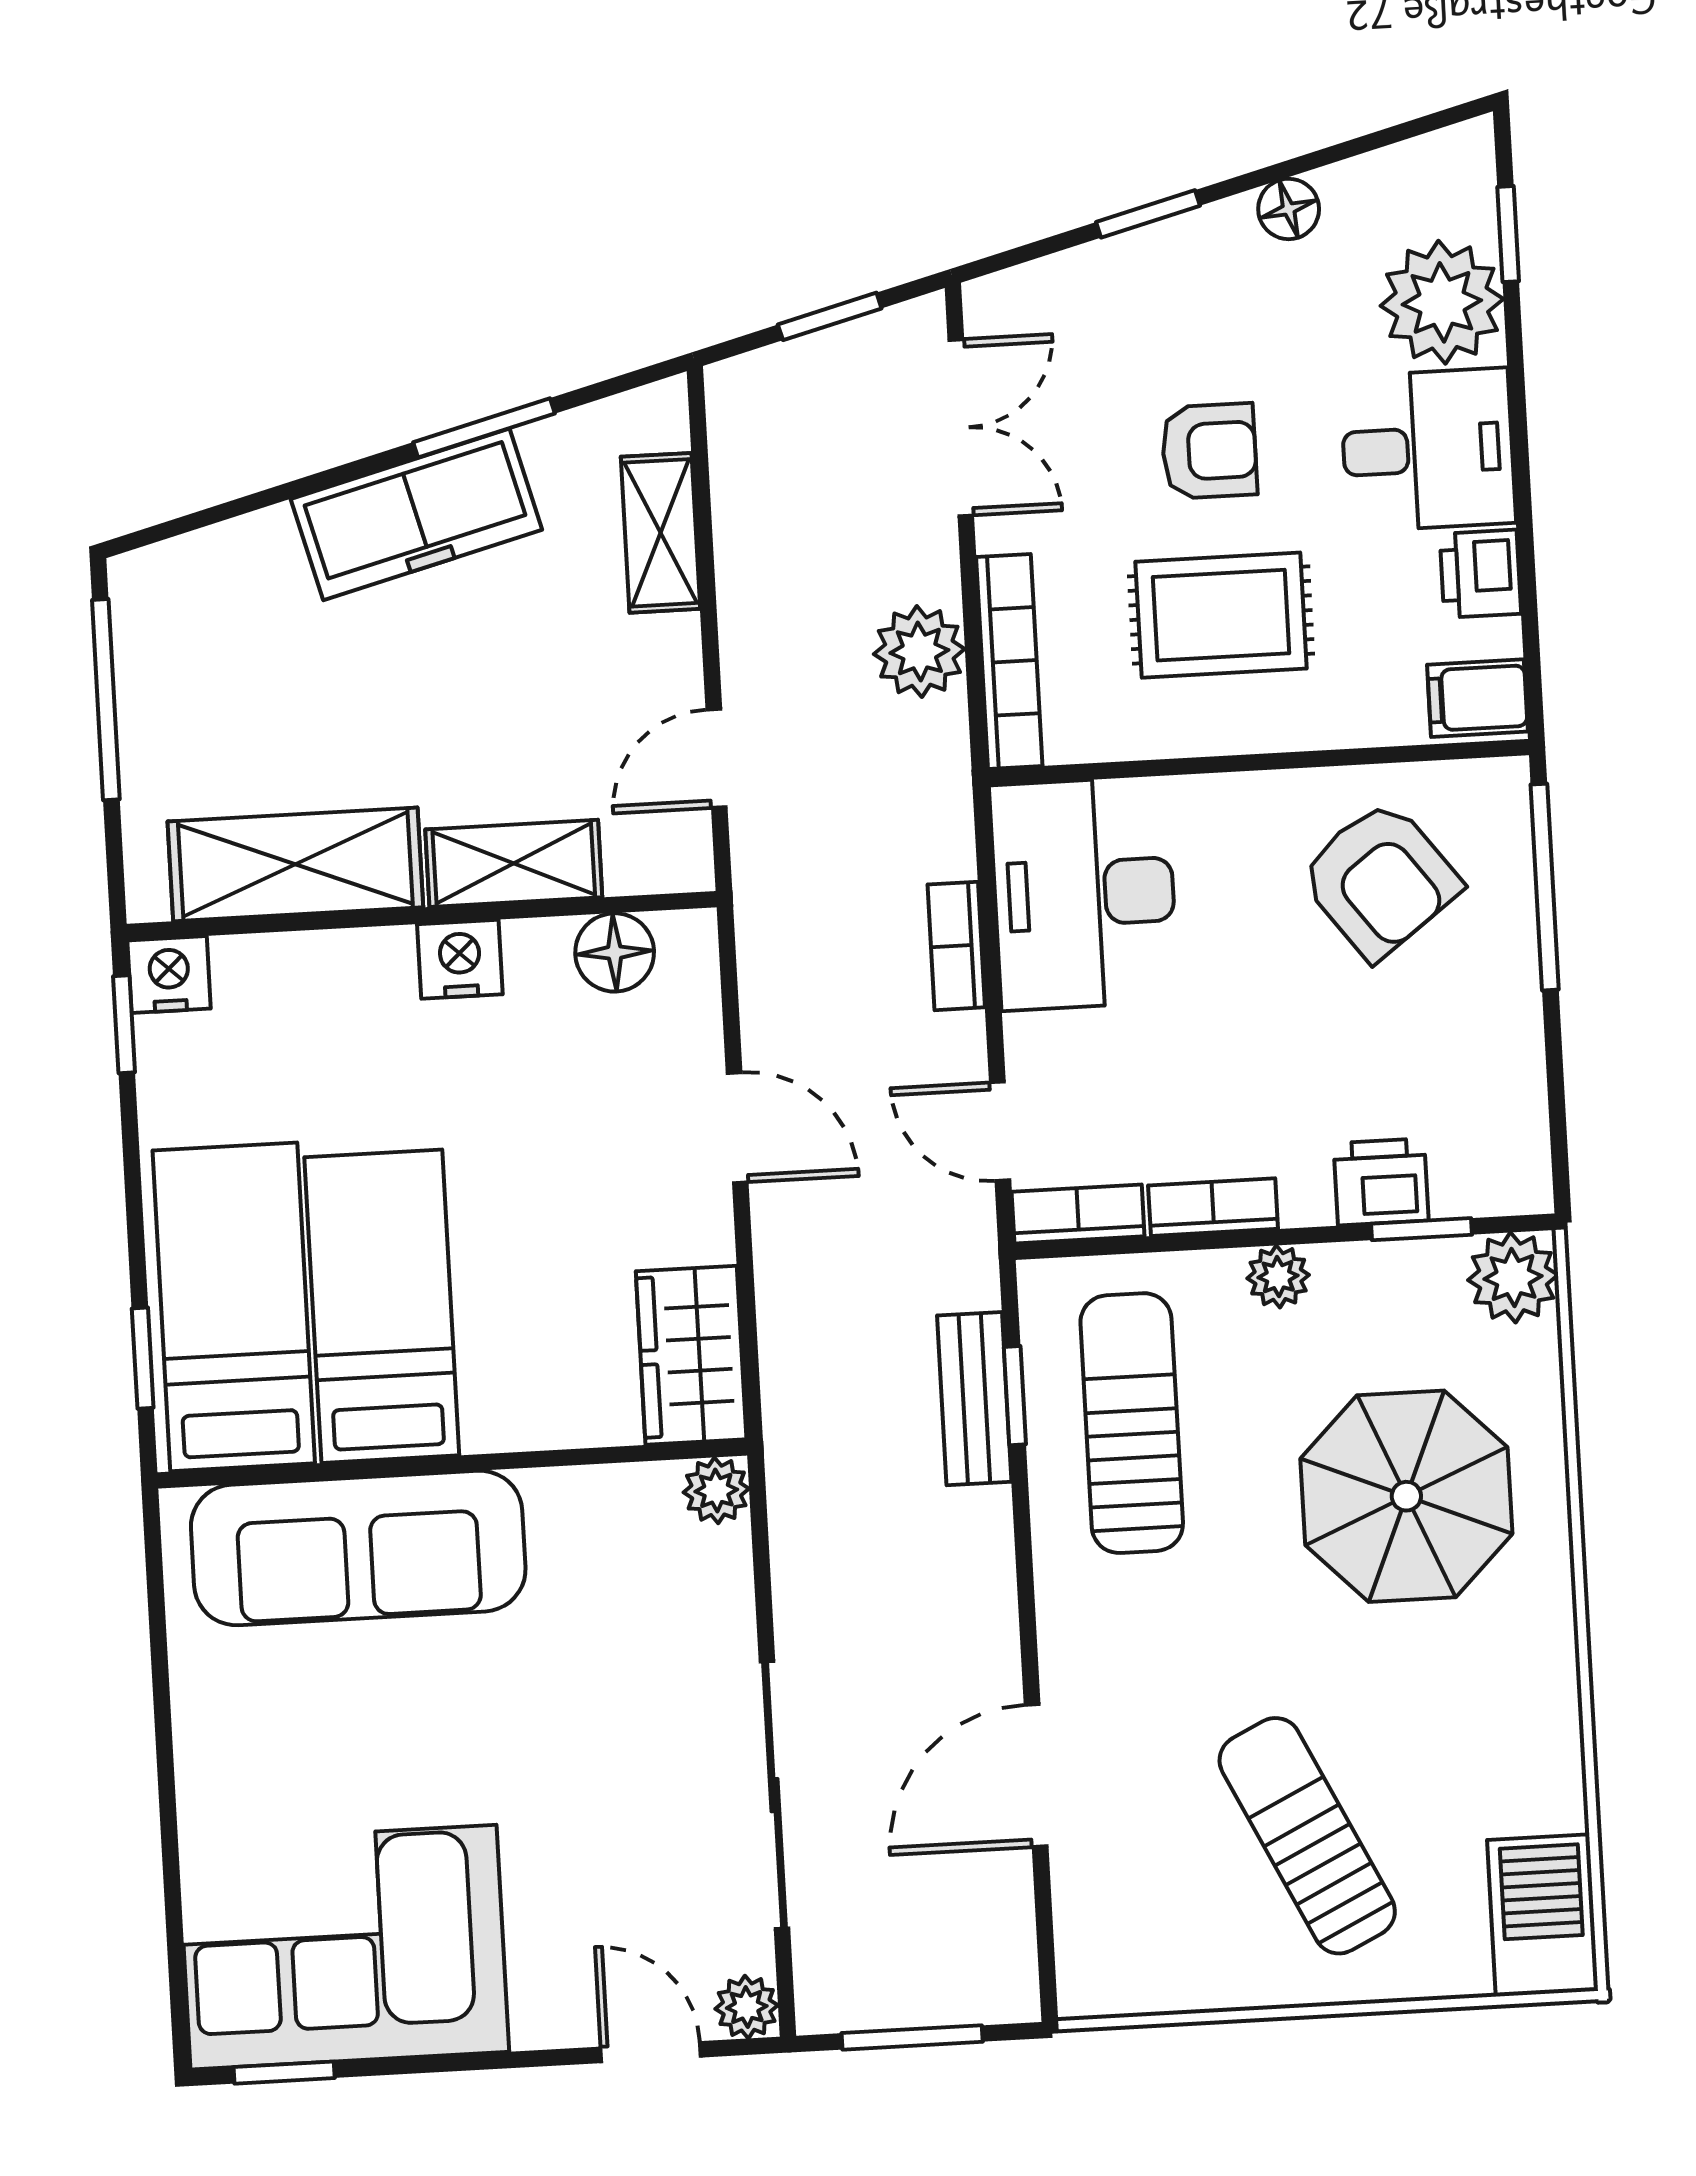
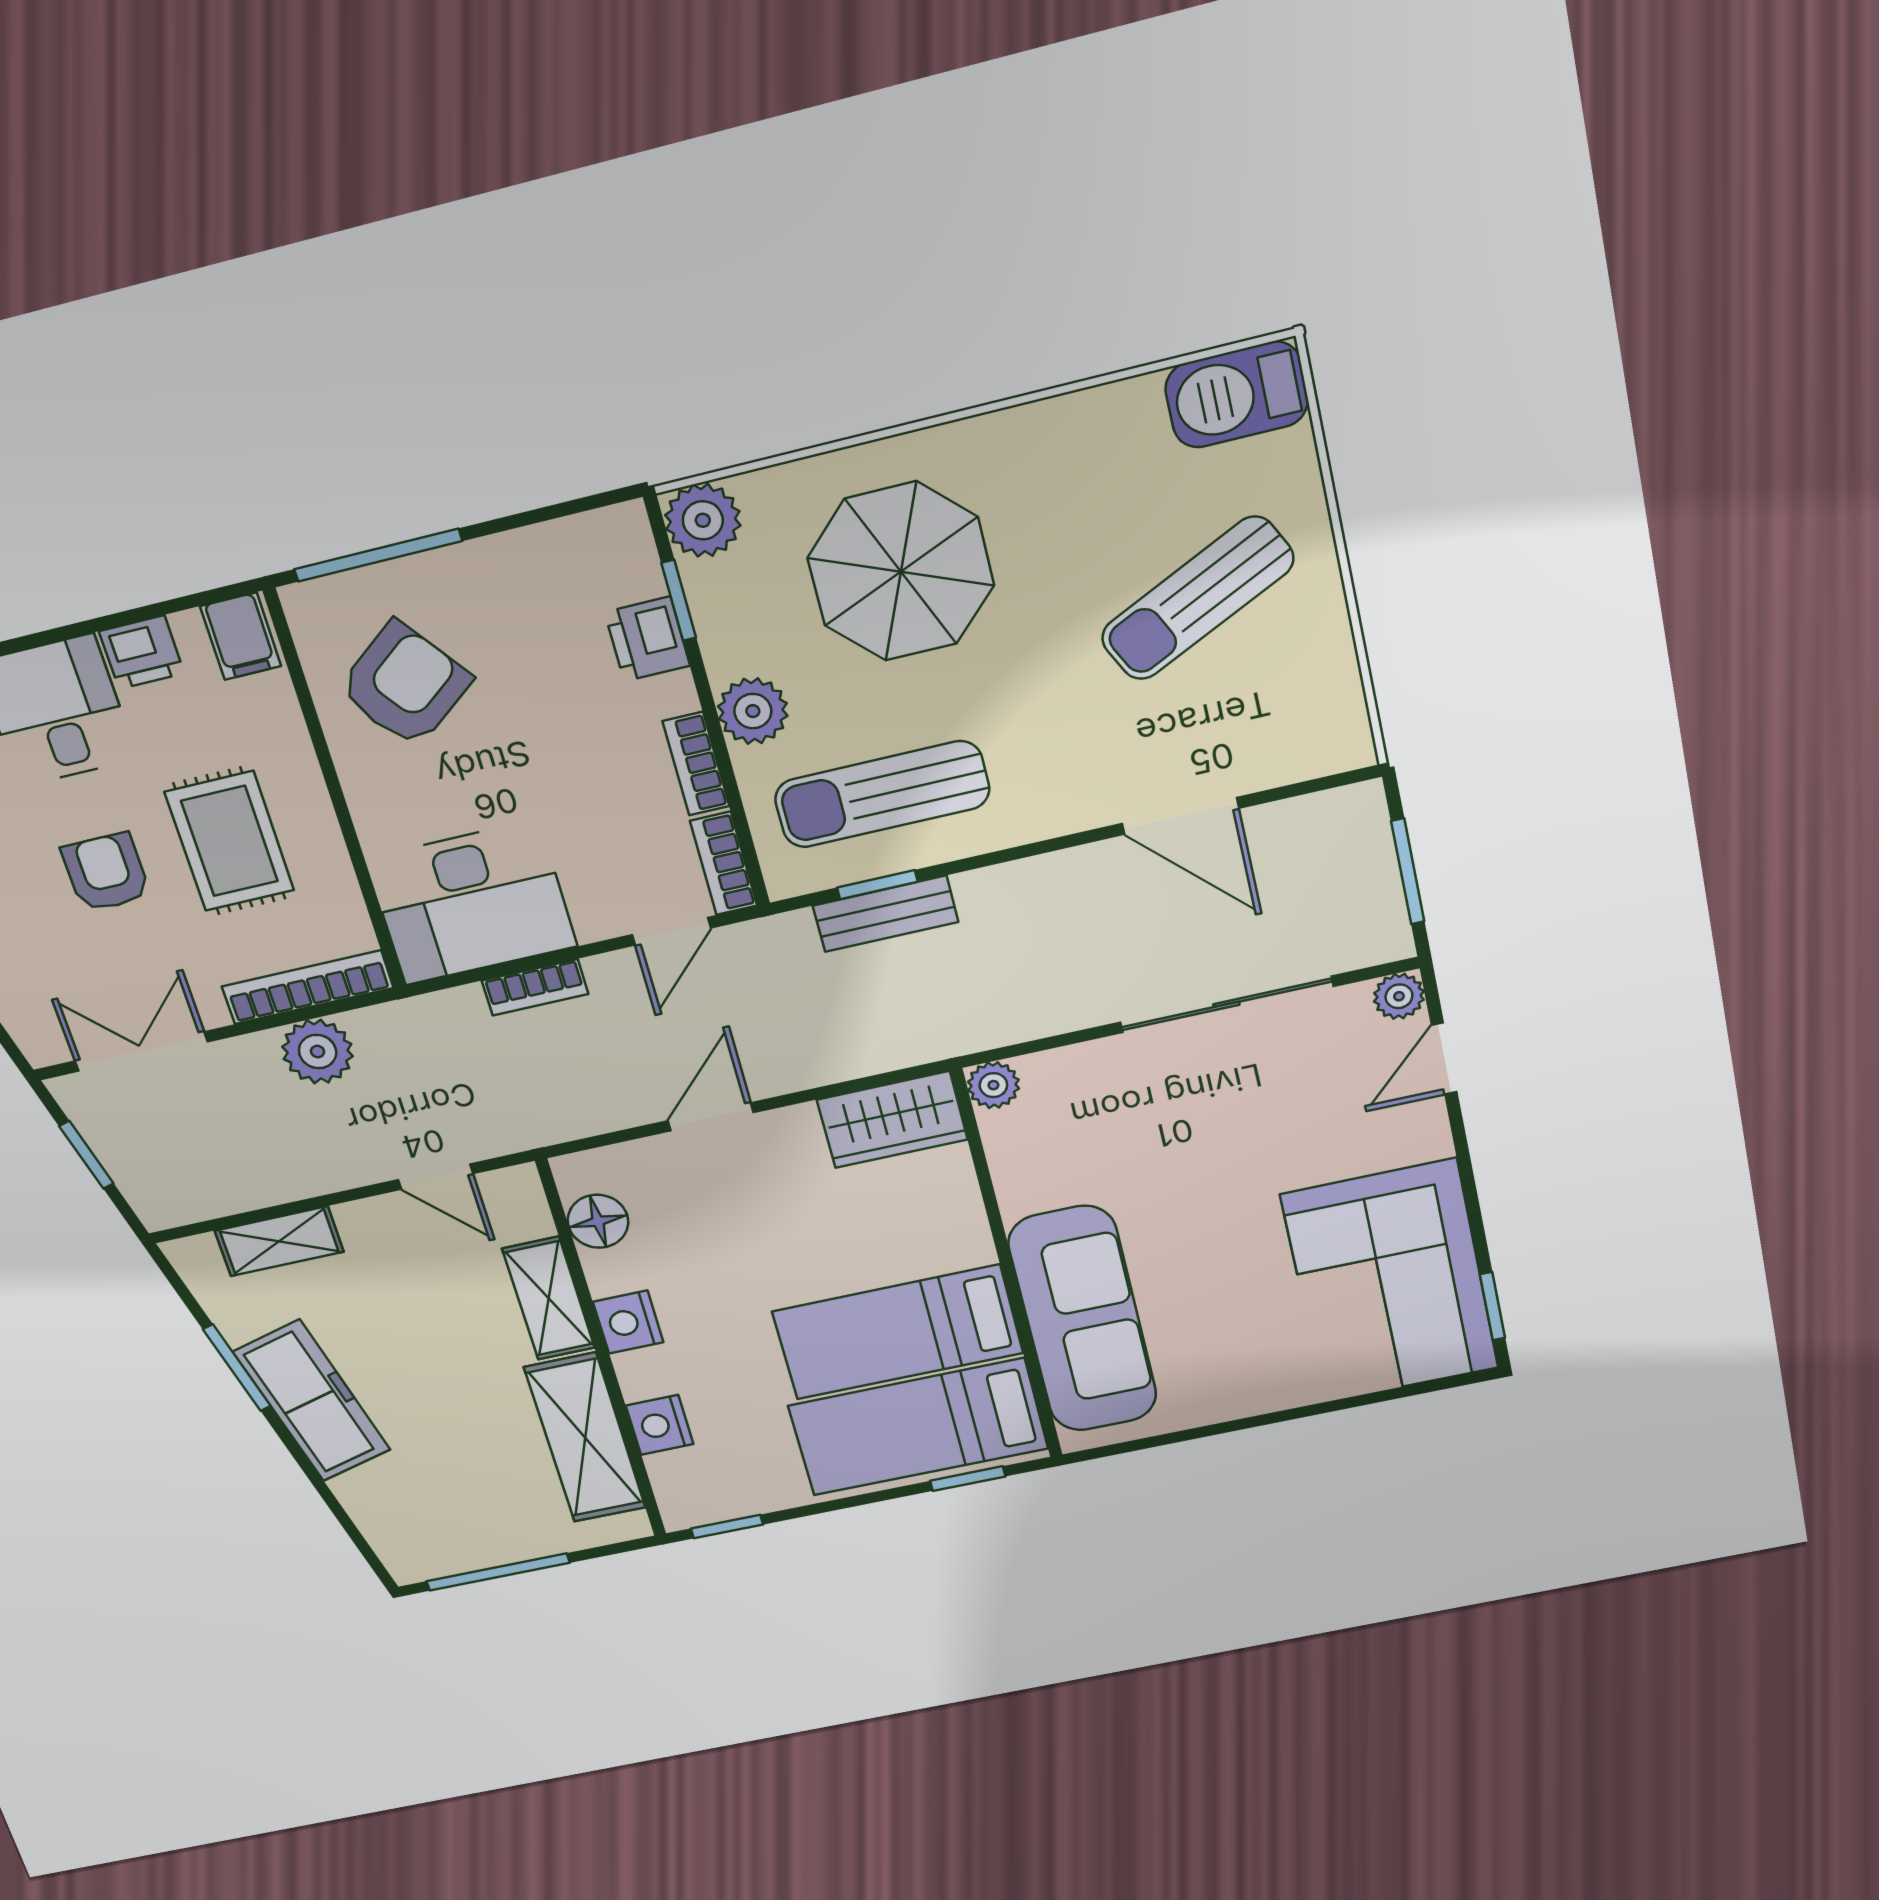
nightstand: (169, 975) -> (660, 1425), moved
plant: (1278, 1277) -> (753, 711), width x1.38, depth x1.38

